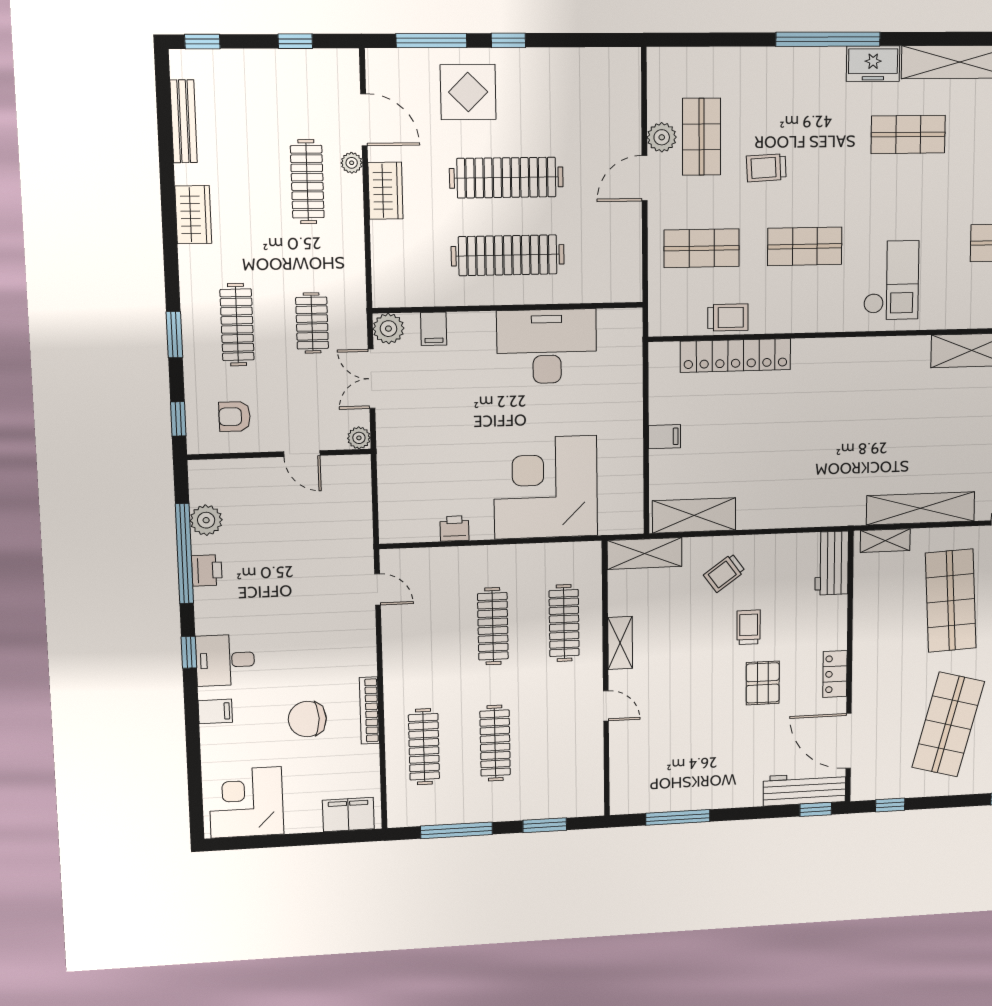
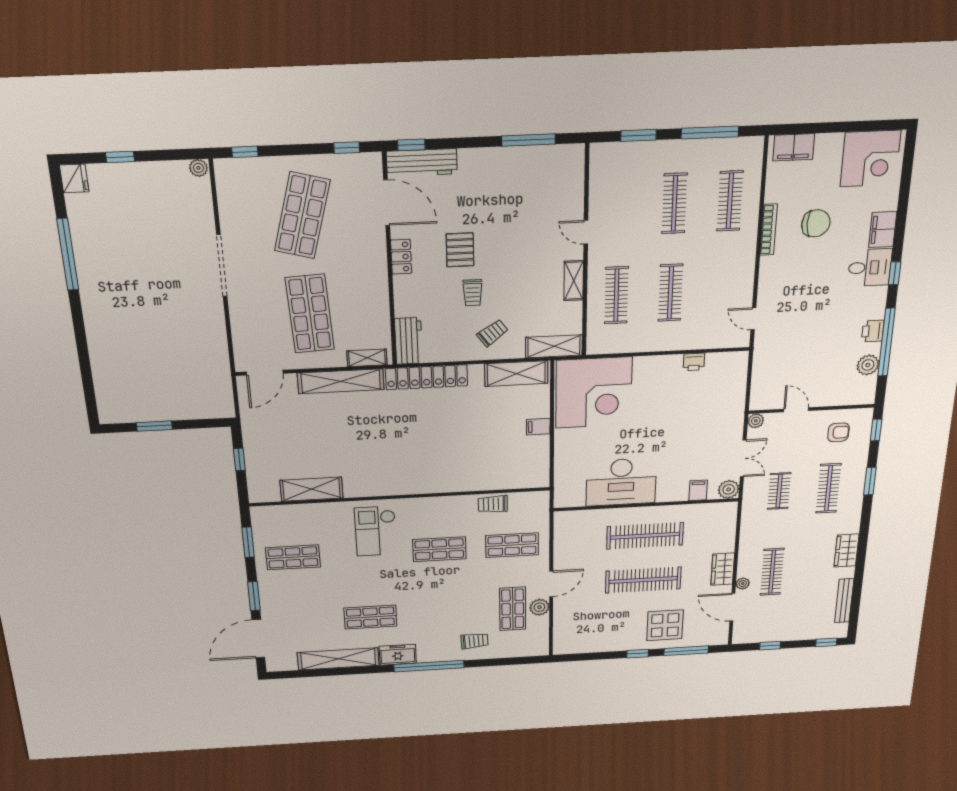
trolley: (766, 168) -> (475, 641), moved
locker: (736, 355) -> (426, 377), moved, turned 180
corner desk: (546, 487) -> (594, 393), moved
filing cabinet: (215, 711) -> (883, 230), width x2.00

